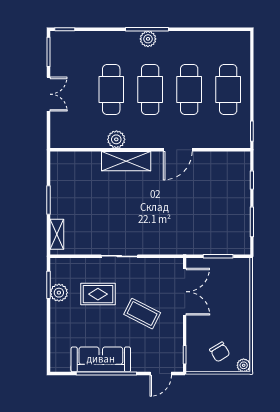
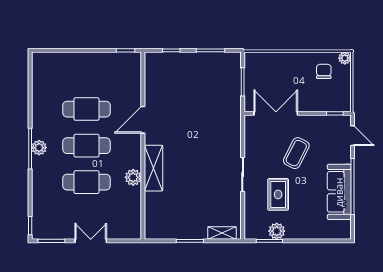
cafe table: (228, 90) -> (86, 73), removed
door: (178, 150) -> (143, 120), swing flipped
chair: (220, 352) -> (324, 71), moved, turned -59

